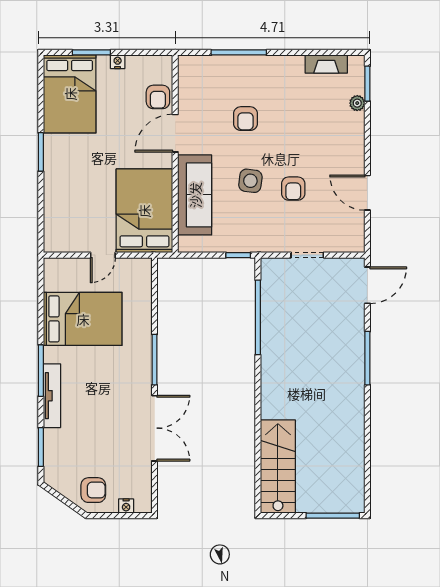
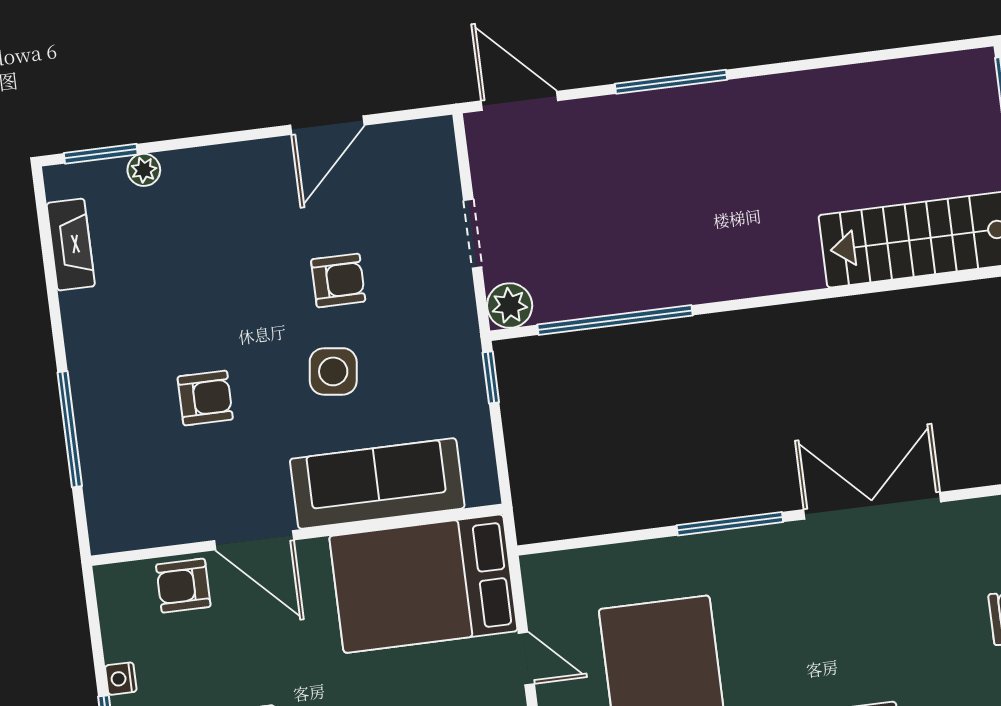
armchair: (158, 97) -> (183, 586), turned 180
plant: (271, 268) -> (510, 306), added

